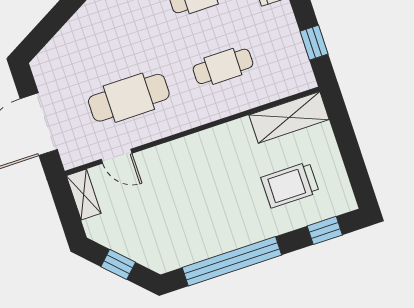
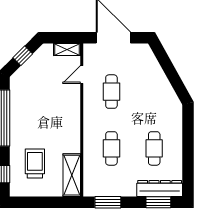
window: (314, 43) -> (108, 202), width x1.50
cafe table: (129, 98) -> (111, 92), width x0.73, depth x0.74

